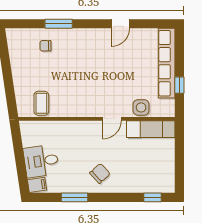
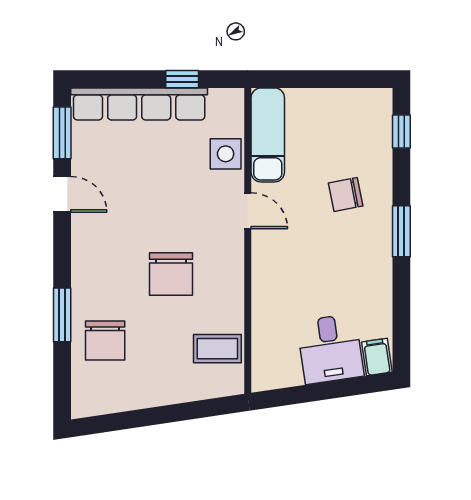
window: (152, 24) -> (62, 133), added
chair: (45, 46) -> (105, 341), width x1.87, depth x1.87
chair: (79, 79) -> (171, 274), added
chair: (100, 173) -> (346, 194), moved, turned -59
window: (74, 197) -> (401, 231), moved

